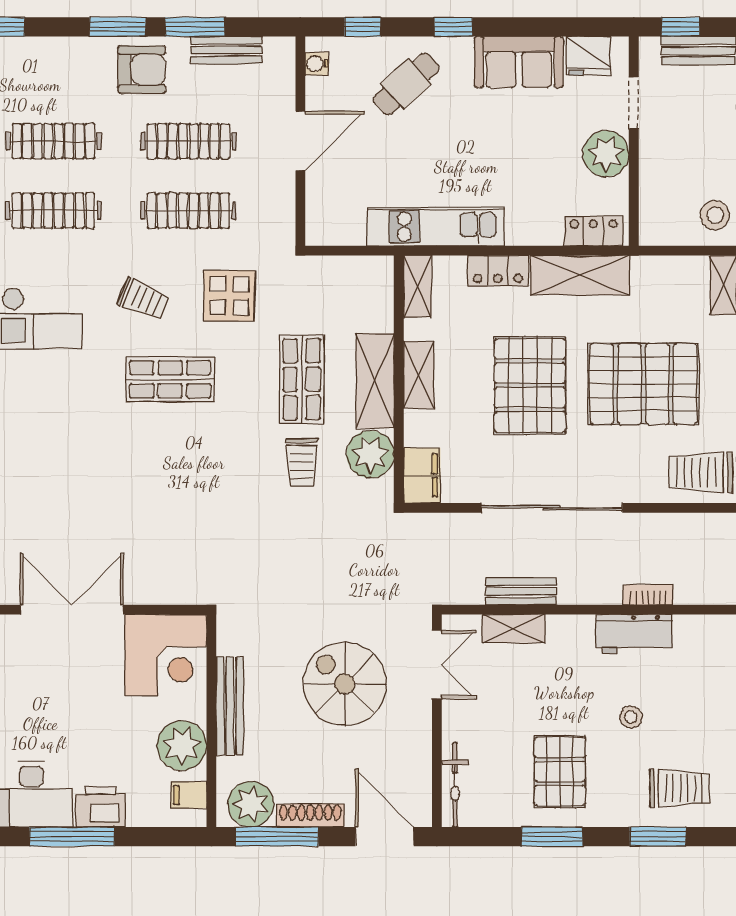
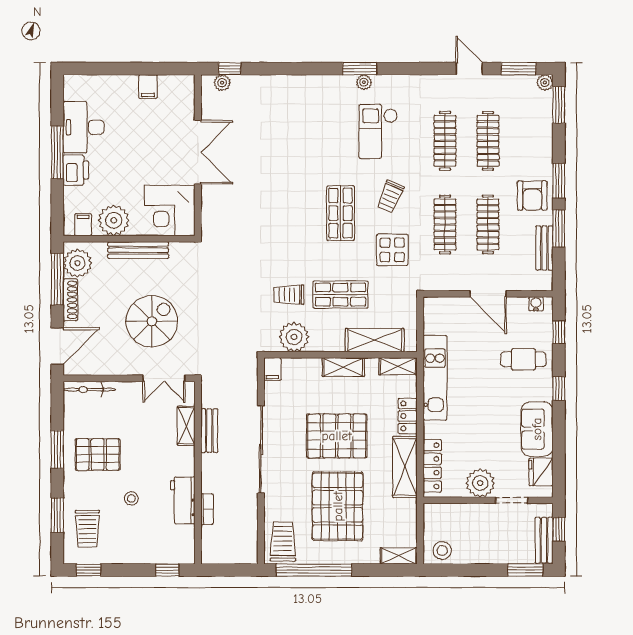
cafe table: (406, 84) -> (523, 359), turned -48
locker: (594, 231) -> (432, 466), width x1.53
shelving: (375, 381) -> (375, 340), moved
filing cabinet: (422, 476) -> (272, 369), width x0.50

